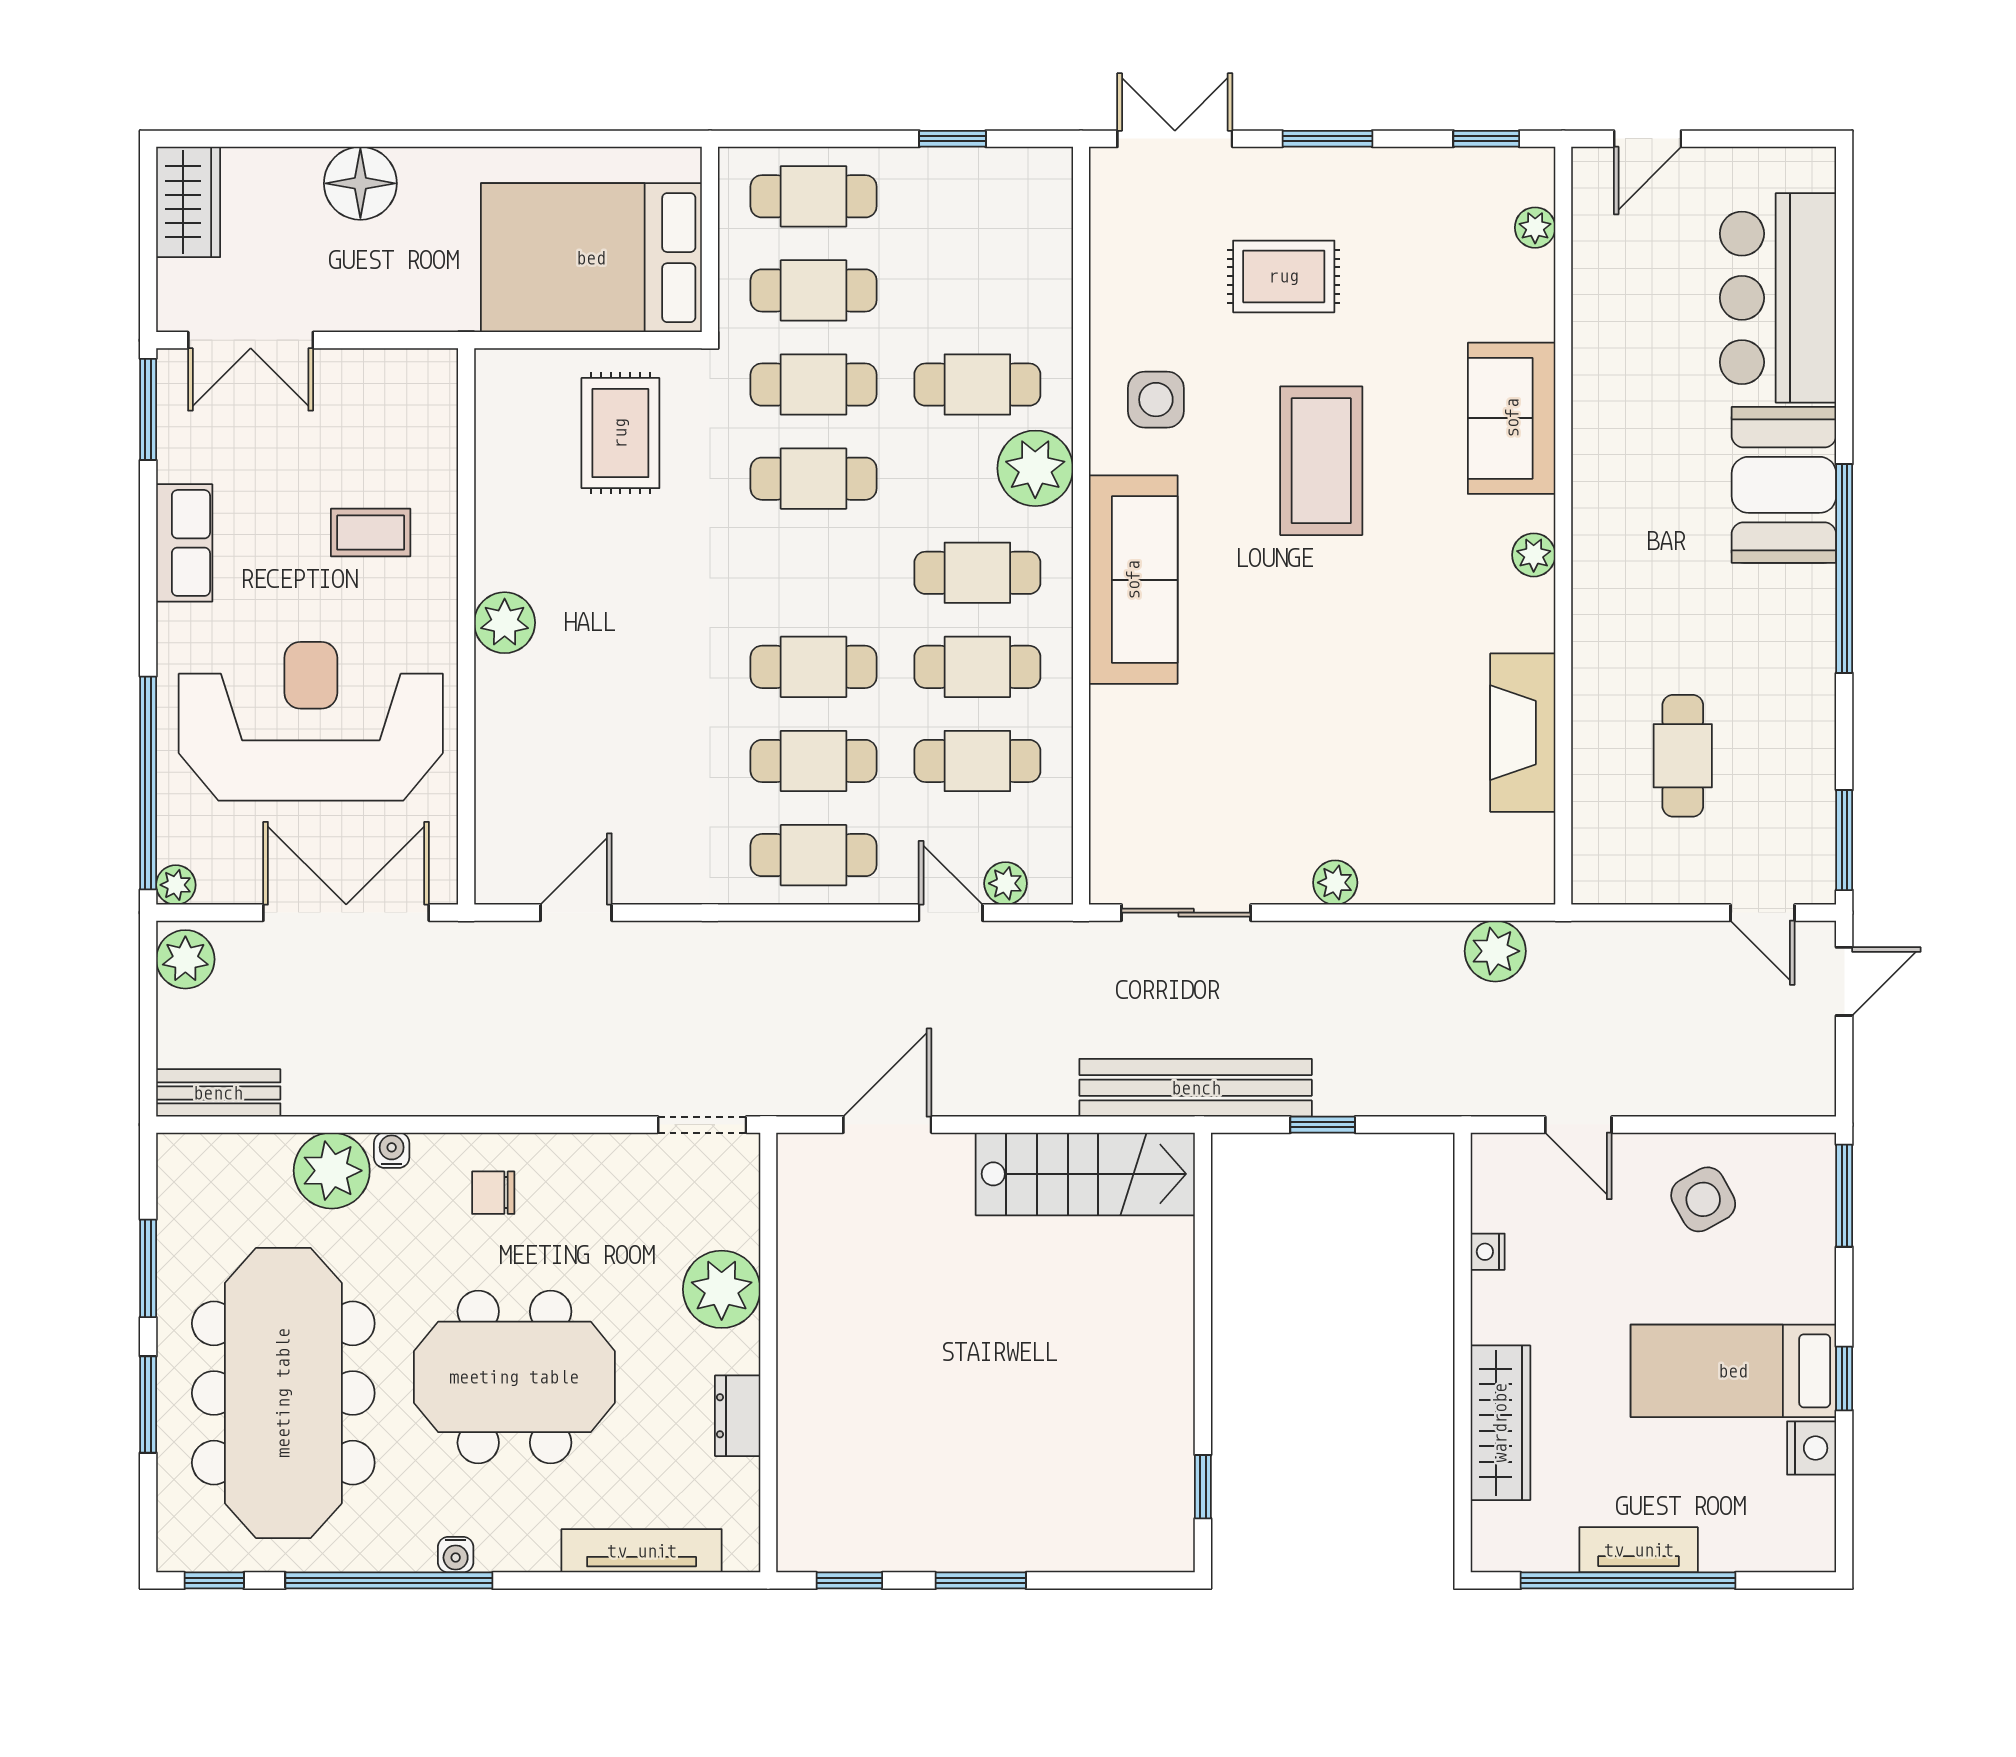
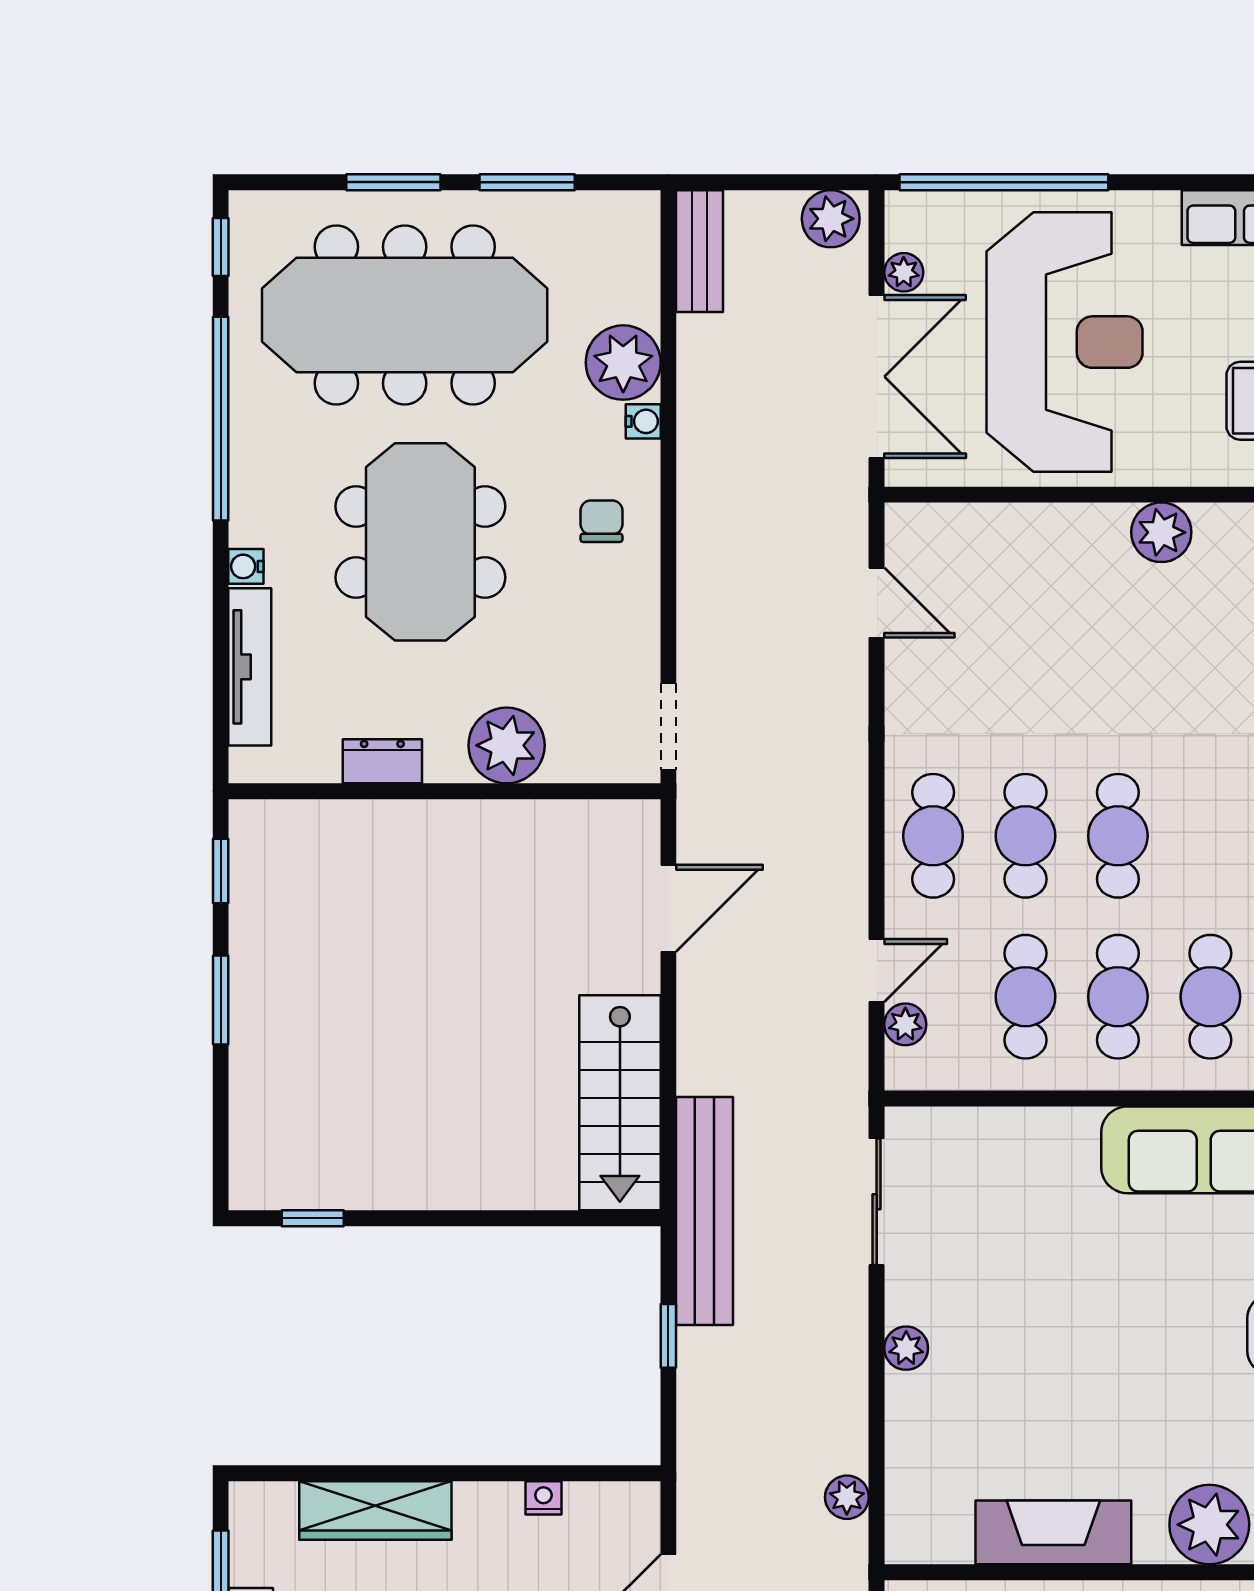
plant: (1534, 555) -> (1209, 1525), width x1.87, depth x1.87
plant: (176, 885) -> (904, 272), moved
plant: (1495, 951) -> (847, 1497), width x0.73, depth x0.73
door: (887, 1125) -> (668, 908), hinge flipped
water cooler: (456, 1555) -> (246, 566), moved

